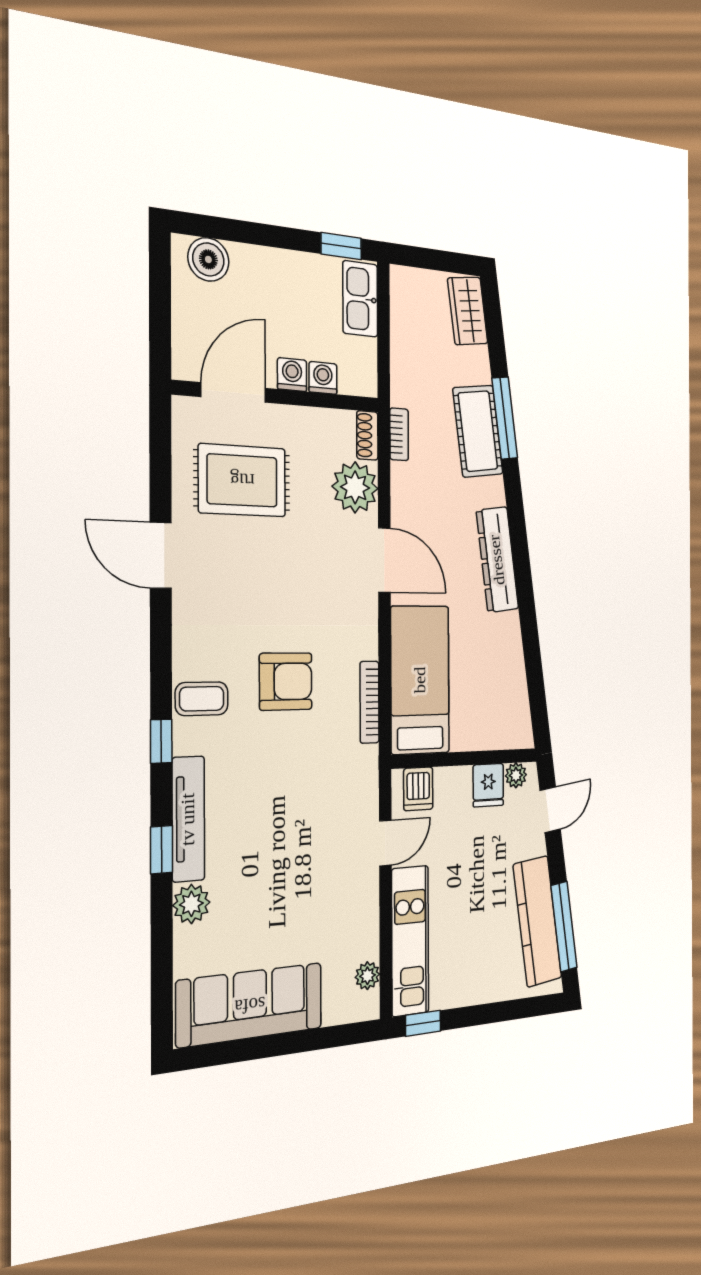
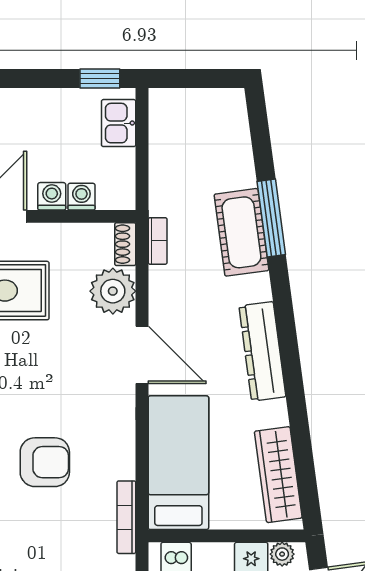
kitchen sink: (360, 299) -> (119, 123), width x0.73
wardrobe: (468, 311) -> (278, 475), moved, width x1.50
bookcase: (369, 702) -> (126, 517), moved

